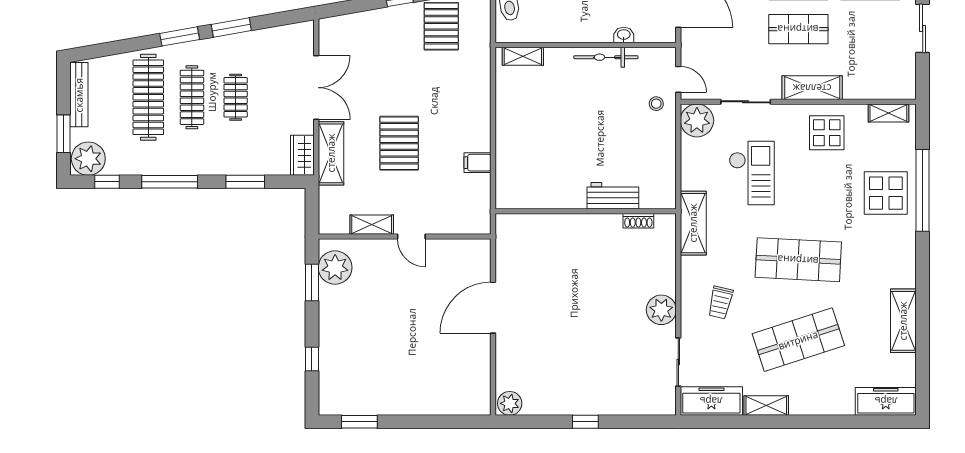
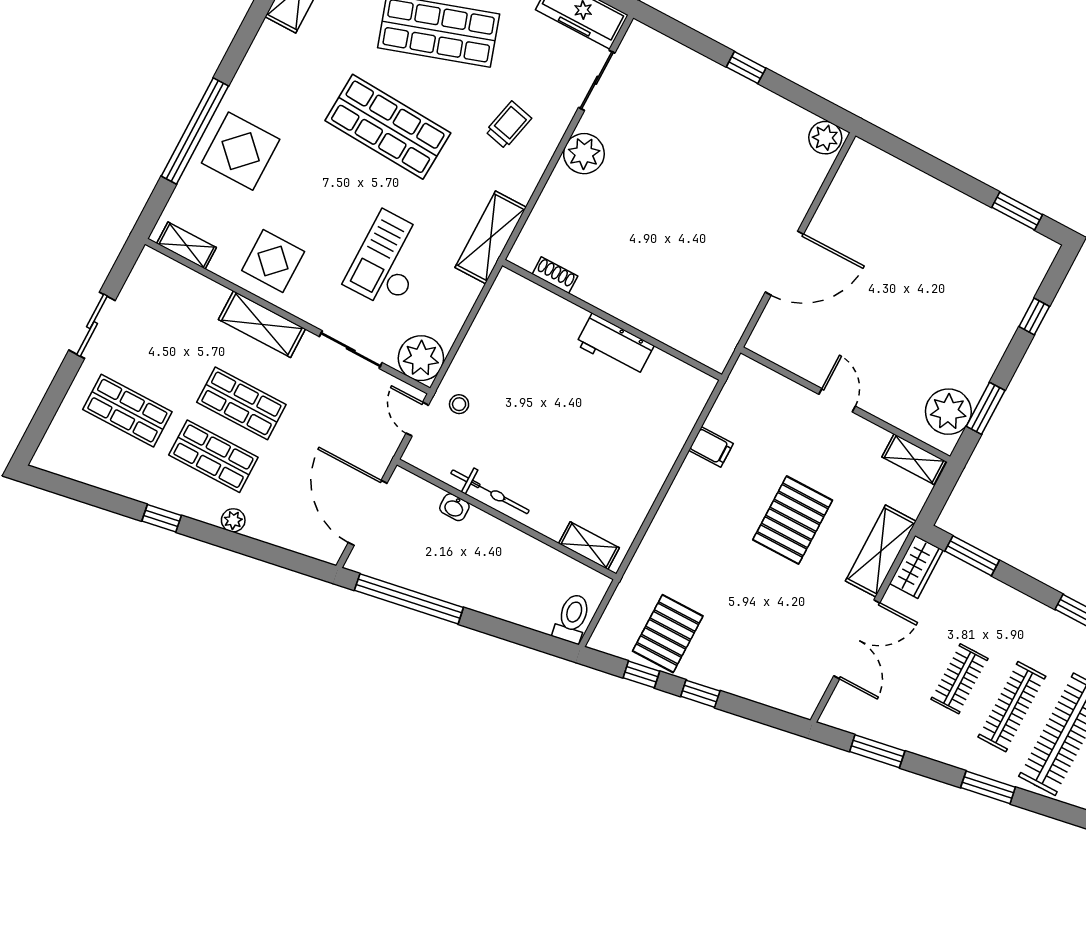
window: (231, 27) -> (877, 751), moved
double door: (316, 88) -> (857, 639), swing flipped
window: (245, 182) -> (972, 556), moved
workbench: (613, 196) -> (615, 345), moved
shelving: (372, 225) -> (914, 459), moved

